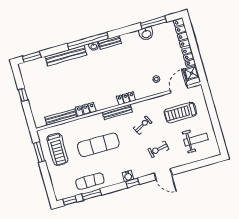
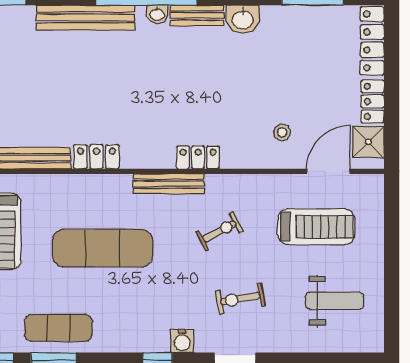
washbasin: (146, 34) -> (243, 19), moved
treadmill: (180, 113) -> (316, 227), turned 180
water cooler: (128, 176) -> (182, 341), moved

